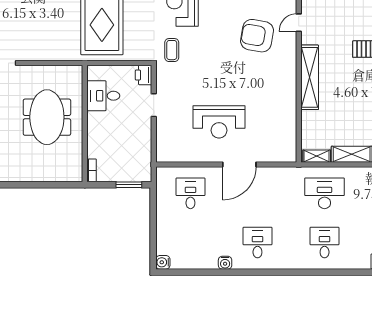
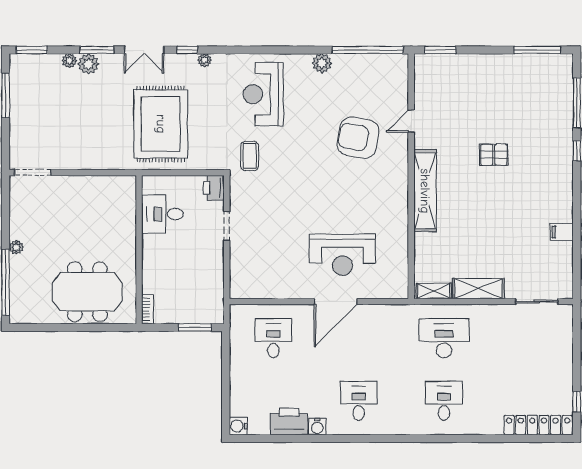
meeting table: (47, 117) -> (87, 292), moved, turned 90
reception desk: (219, 122) -> (342, 255), moved
printer: (203, 259) -> (289, 422), added

